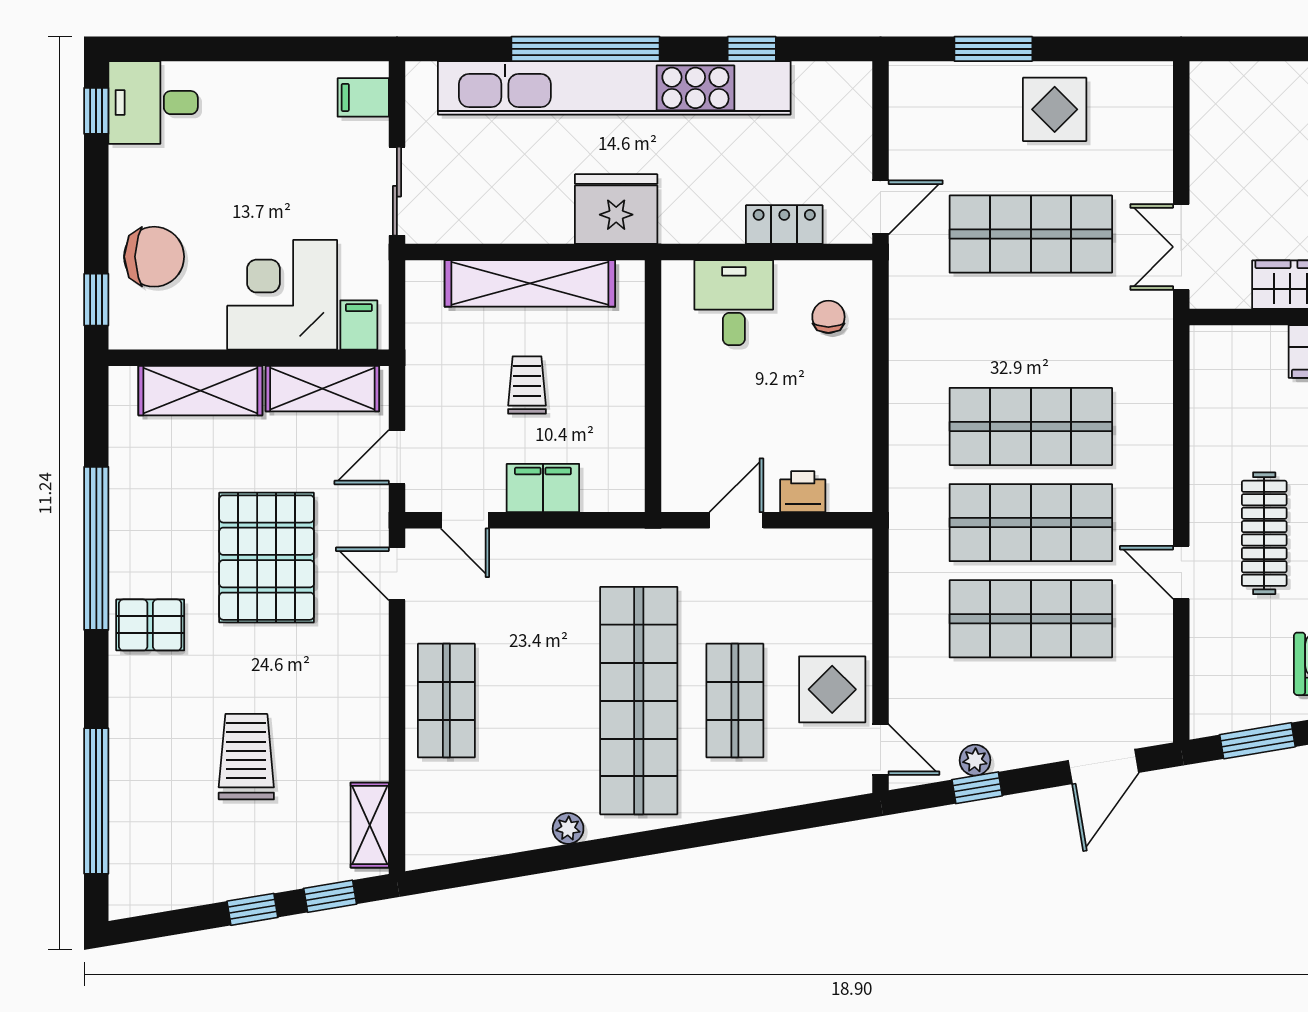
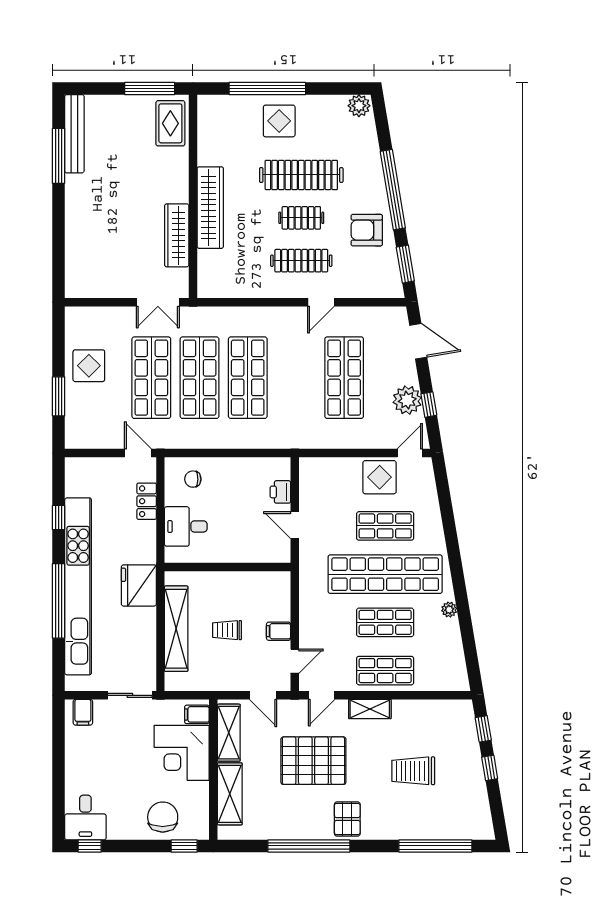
filing cabinet: (543, 488) -> (279, 631), width x0.50
shop shelf: (1031, 523) -> (200, 378), moved
shop shelf: (543, 701) -> (385, 622), added
plant: (975, 760) -> (407, 400), width x1.88, depth x1.88
shelving: (370, 825) -> (370, 709), moved

